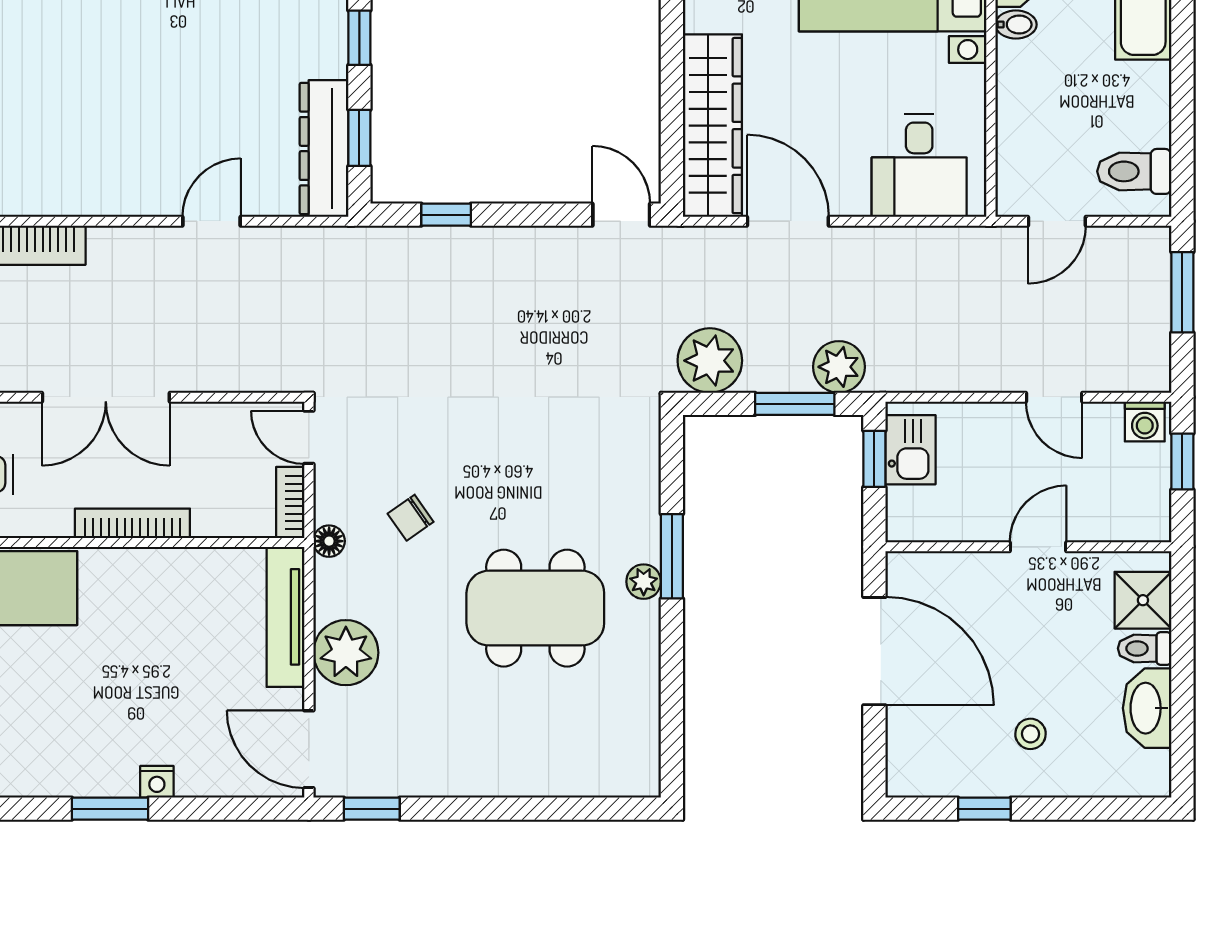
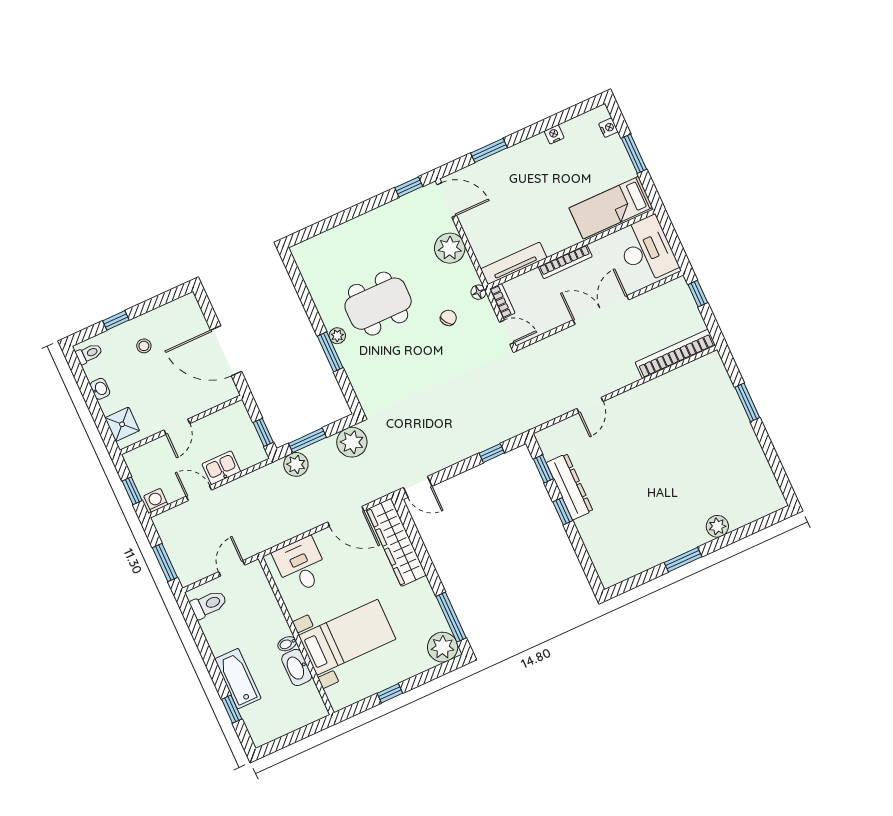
dresser: (324, 148) -> (570, 487), moved
kitchen sink: (910, 450) -> (221, 468), moved, turned 90
tv unit: (285, 617) -> (514, 263), moved, turned -90
toilet: (1145, 648) -> (89, 354), moved
washbasin: (1147, 708) -> (100, 389), width x0.52, depth x0.69
nightstand: (157, 782) -> (554, 134), moved
window: (110, 809) -> (489, 150), moved
window: (984, 809) -> (116, 320), moved

